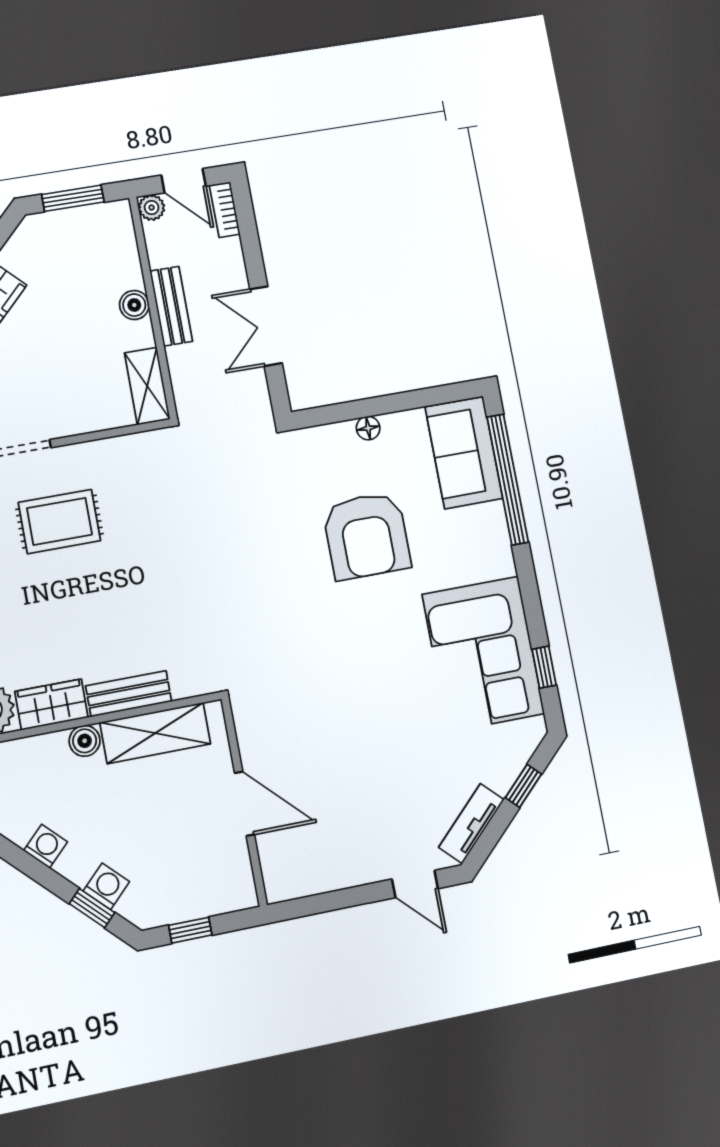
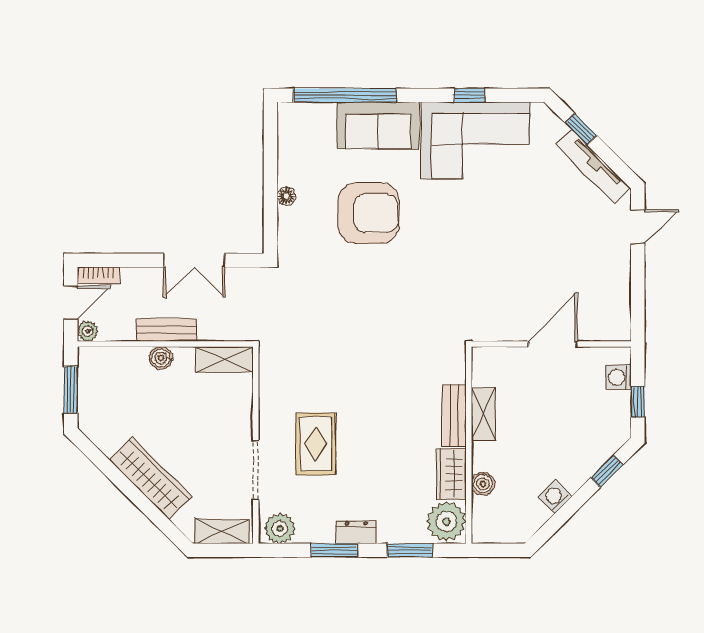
sofa: (464, 453) -> (378, 125), moved
window: (544, 667) -> (469, 95), moved
shelving: (155, 733) -> (483, 414), width x0.67, depth x0.75
boiler: (85, 741) -> (483, 484), moved
tv unit: (471, 823) -> (593, 166), width x1.41
washing machine: (106, 886) -> (619, 377), moved, turned -45

